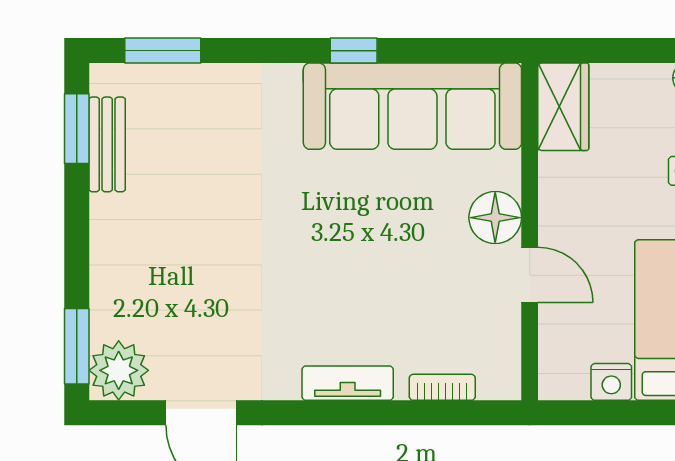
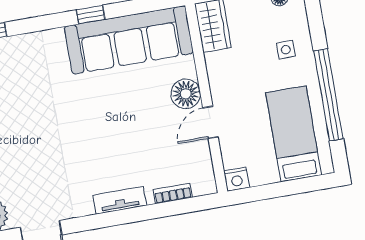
door: (530, 275) -> (210, 122), swing flipped
nightstand: (611, 382) -> (237, 179), moved

